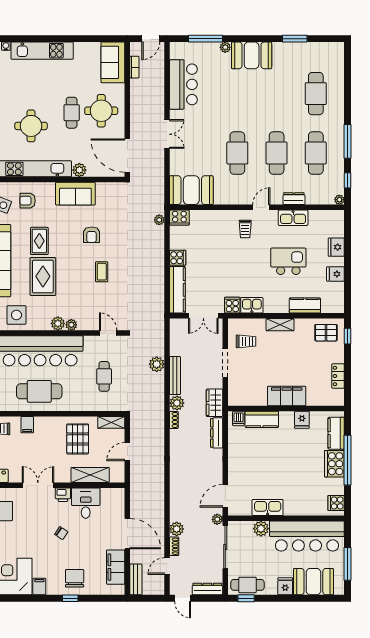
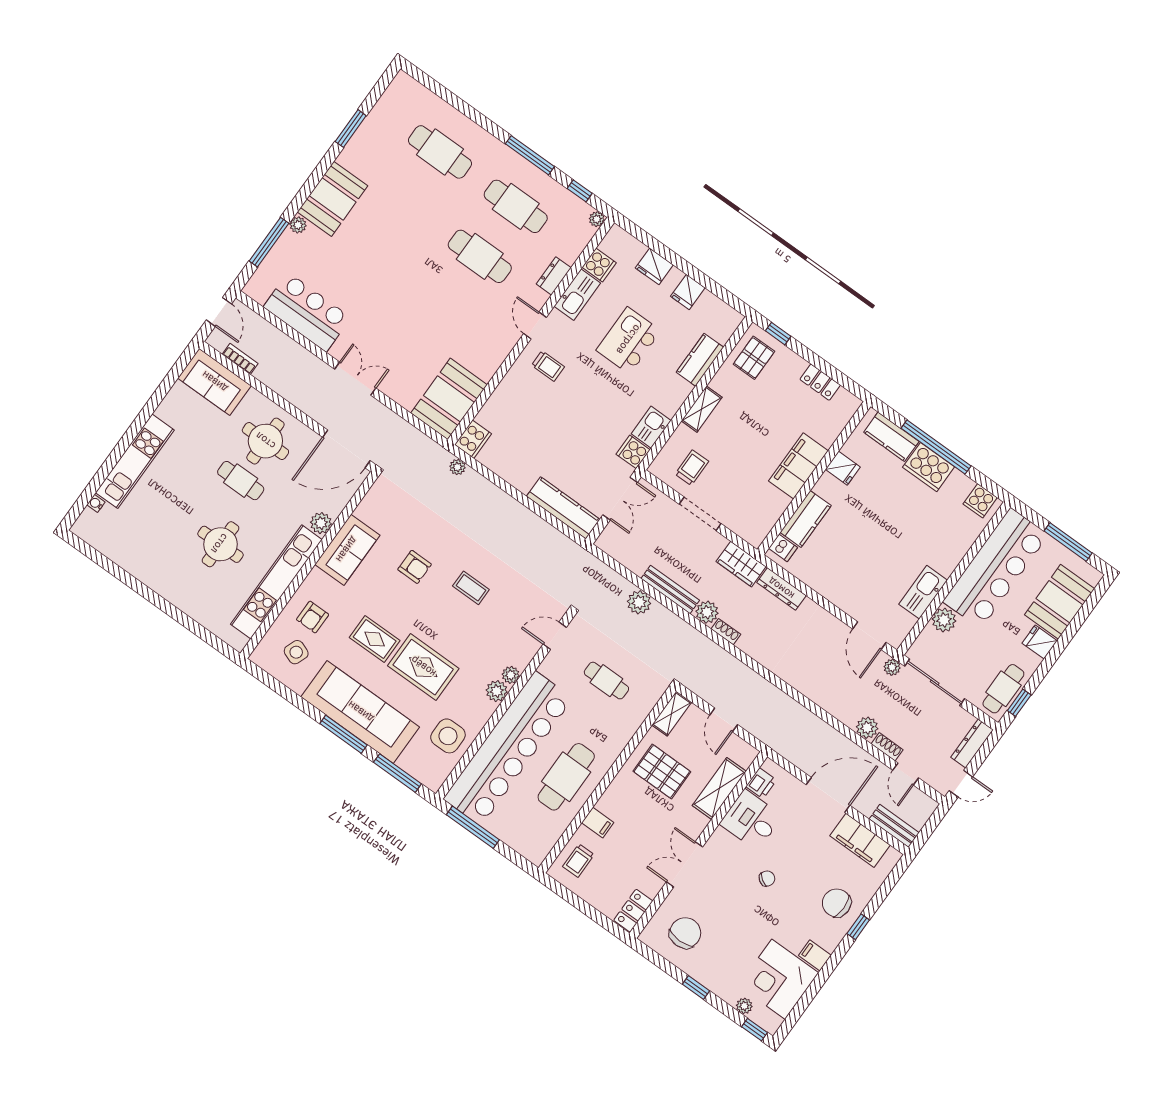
cafe table: (237, 153) -> (444, 306), removed
cooker: (178, 258) -> (599, 265), moved, turned 90
printer: (63, 495) -> (761, 783), moved

